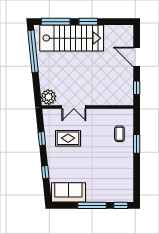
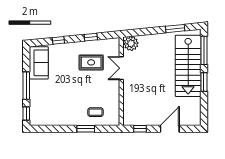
window: (33, 51) -> (175, 29), width x0.47
rug: (68, 138) -> (91, 62), turned 90

